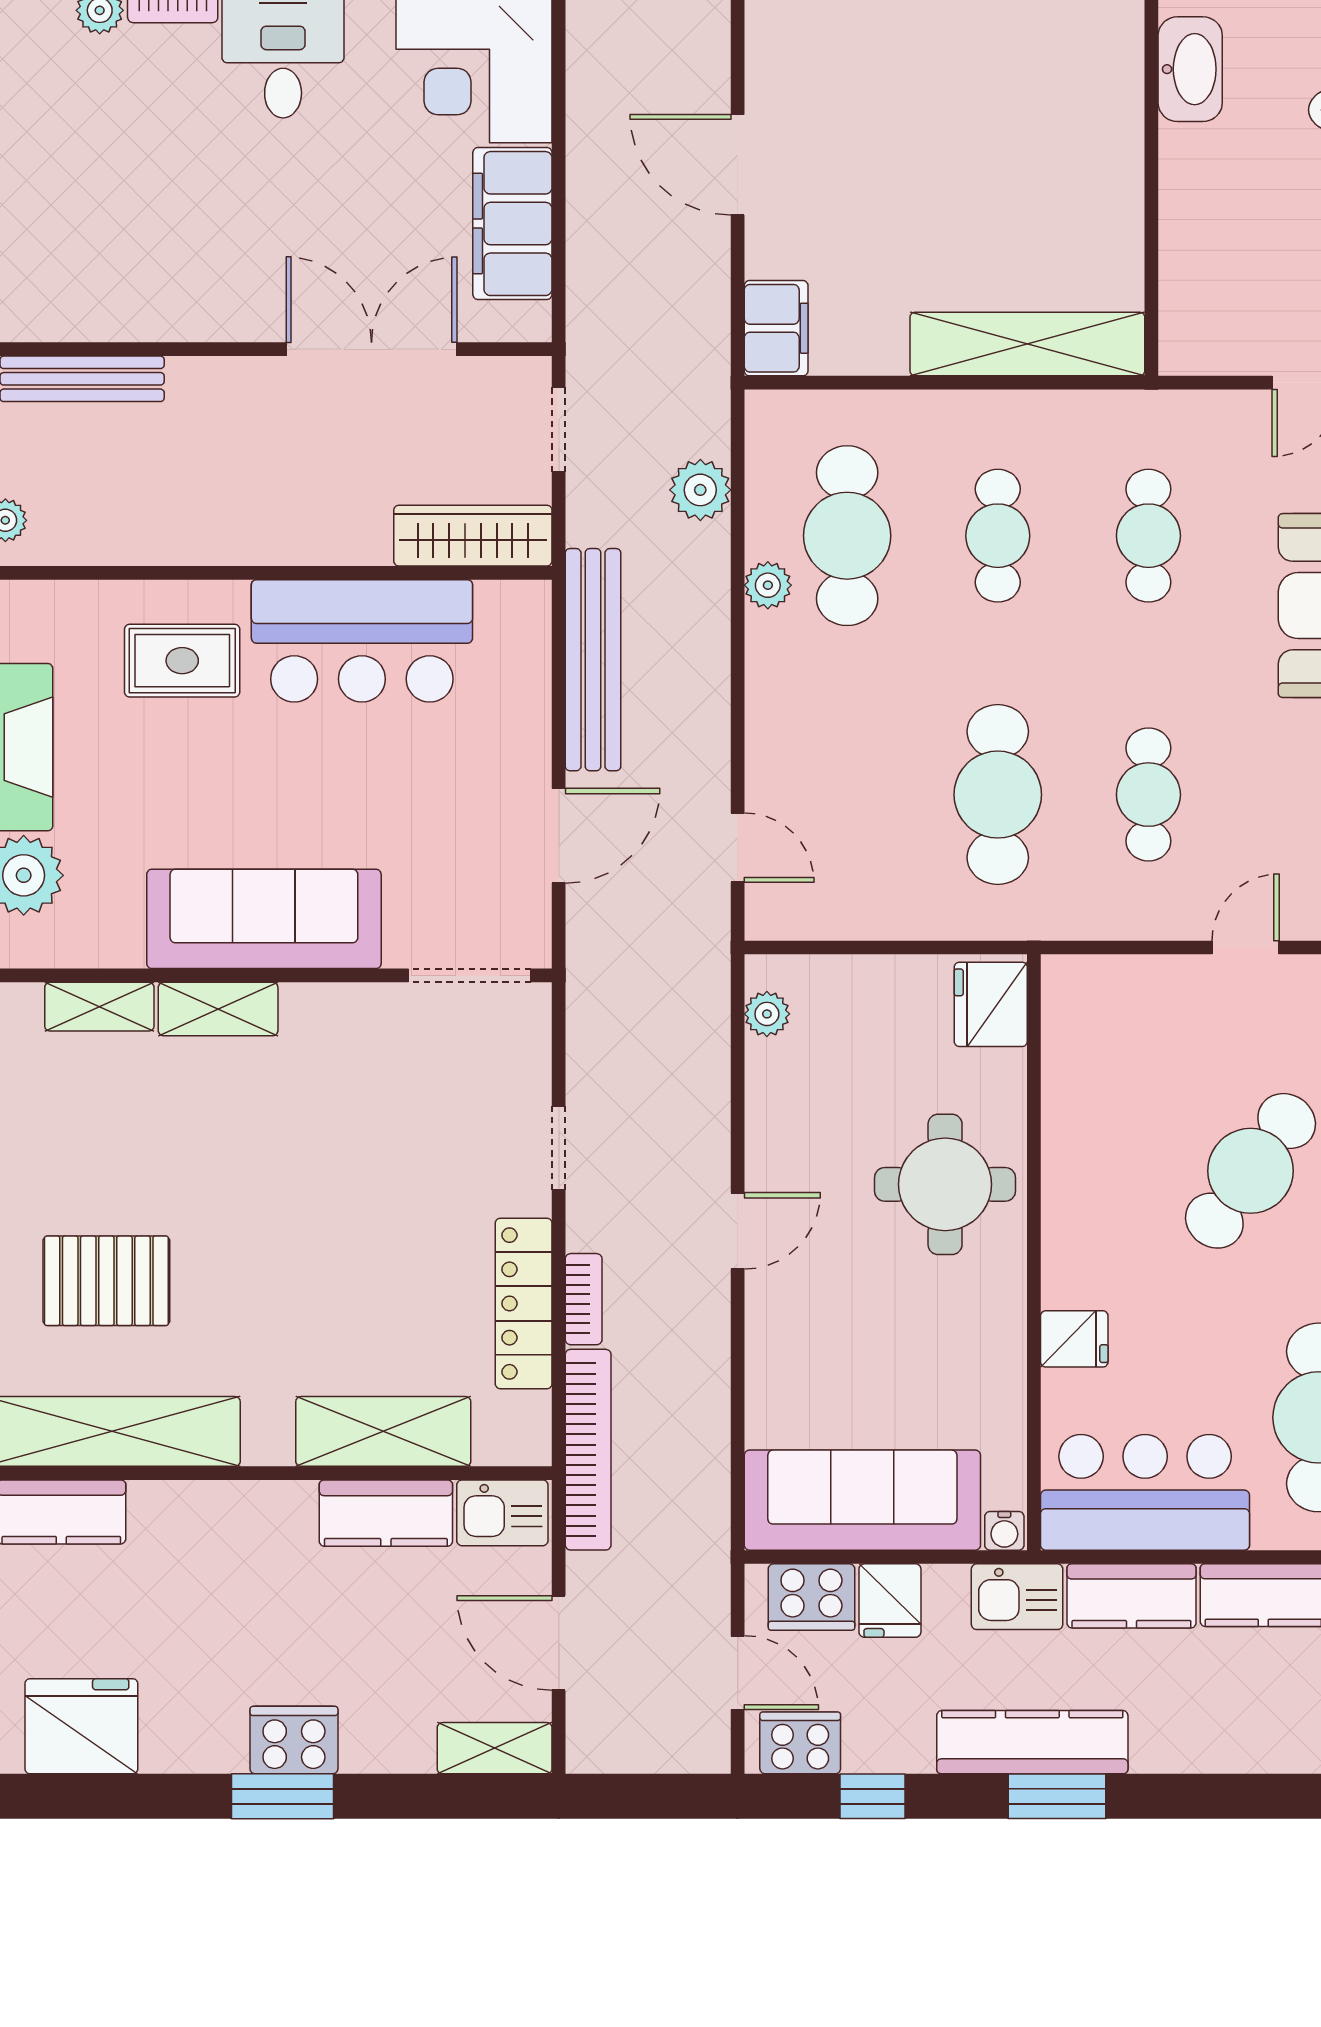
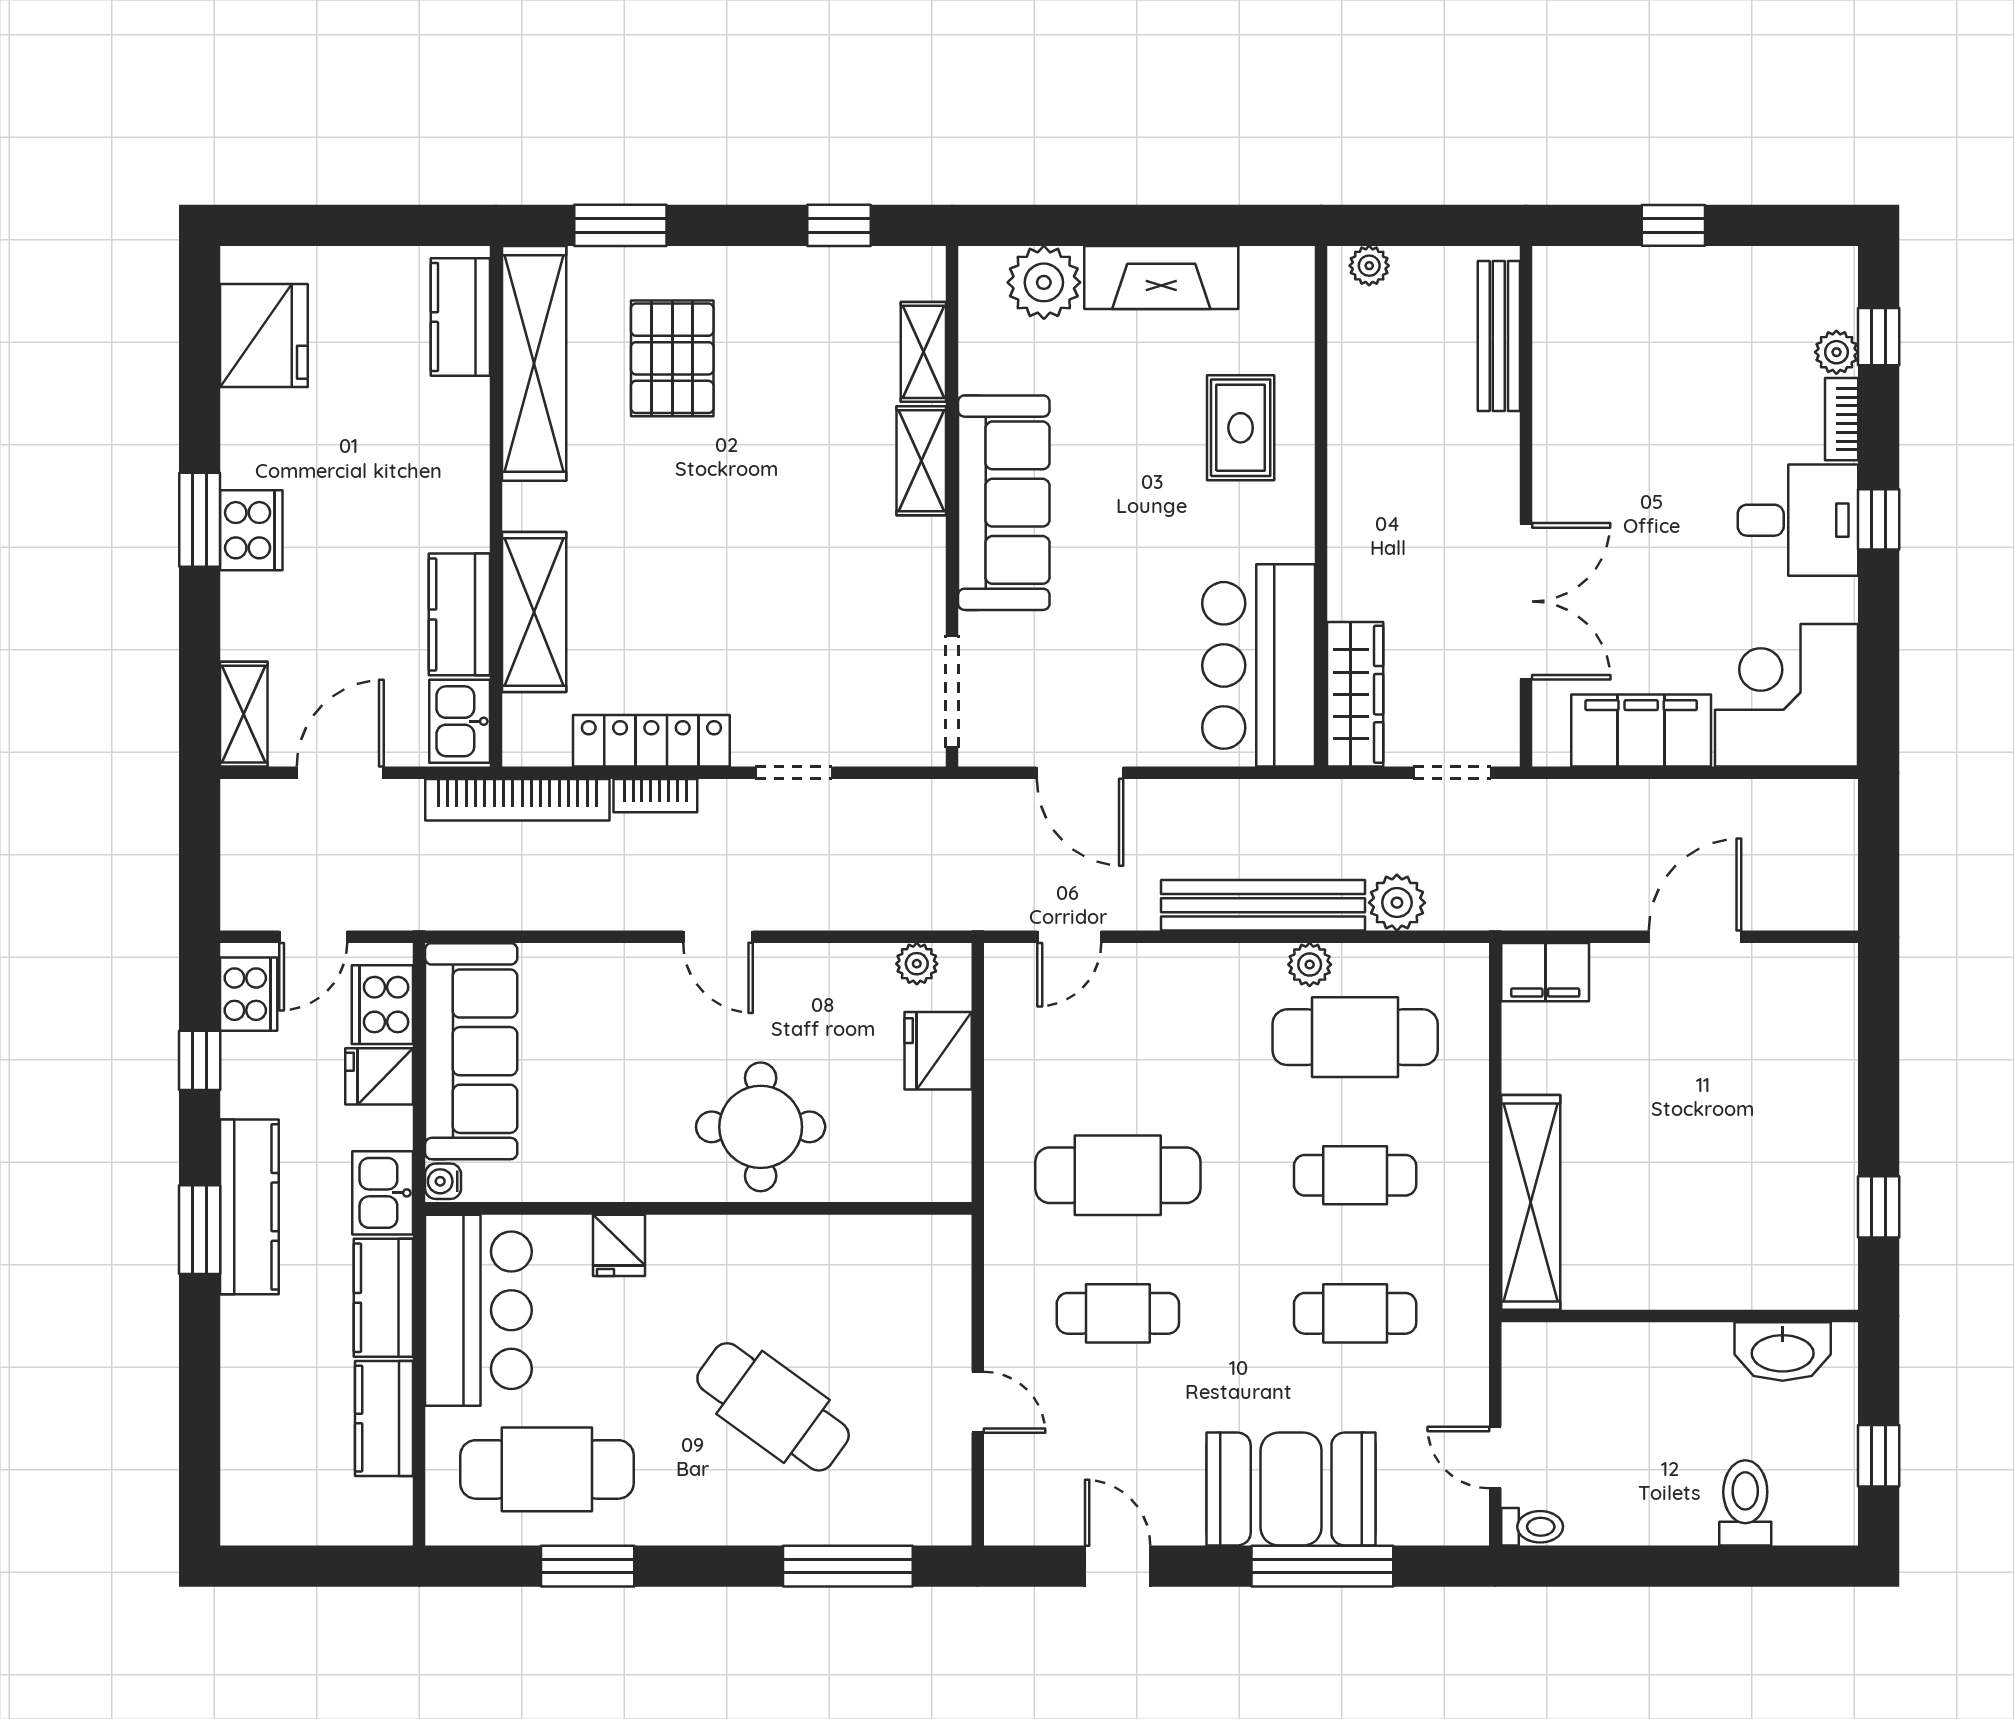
bar counter: (362, 641) -> (1259, 665), moved
bench: (593, 660) -> (1263, 905), moved
fridge: (991, 1004) -> (938, 1051), moved, turned -90

